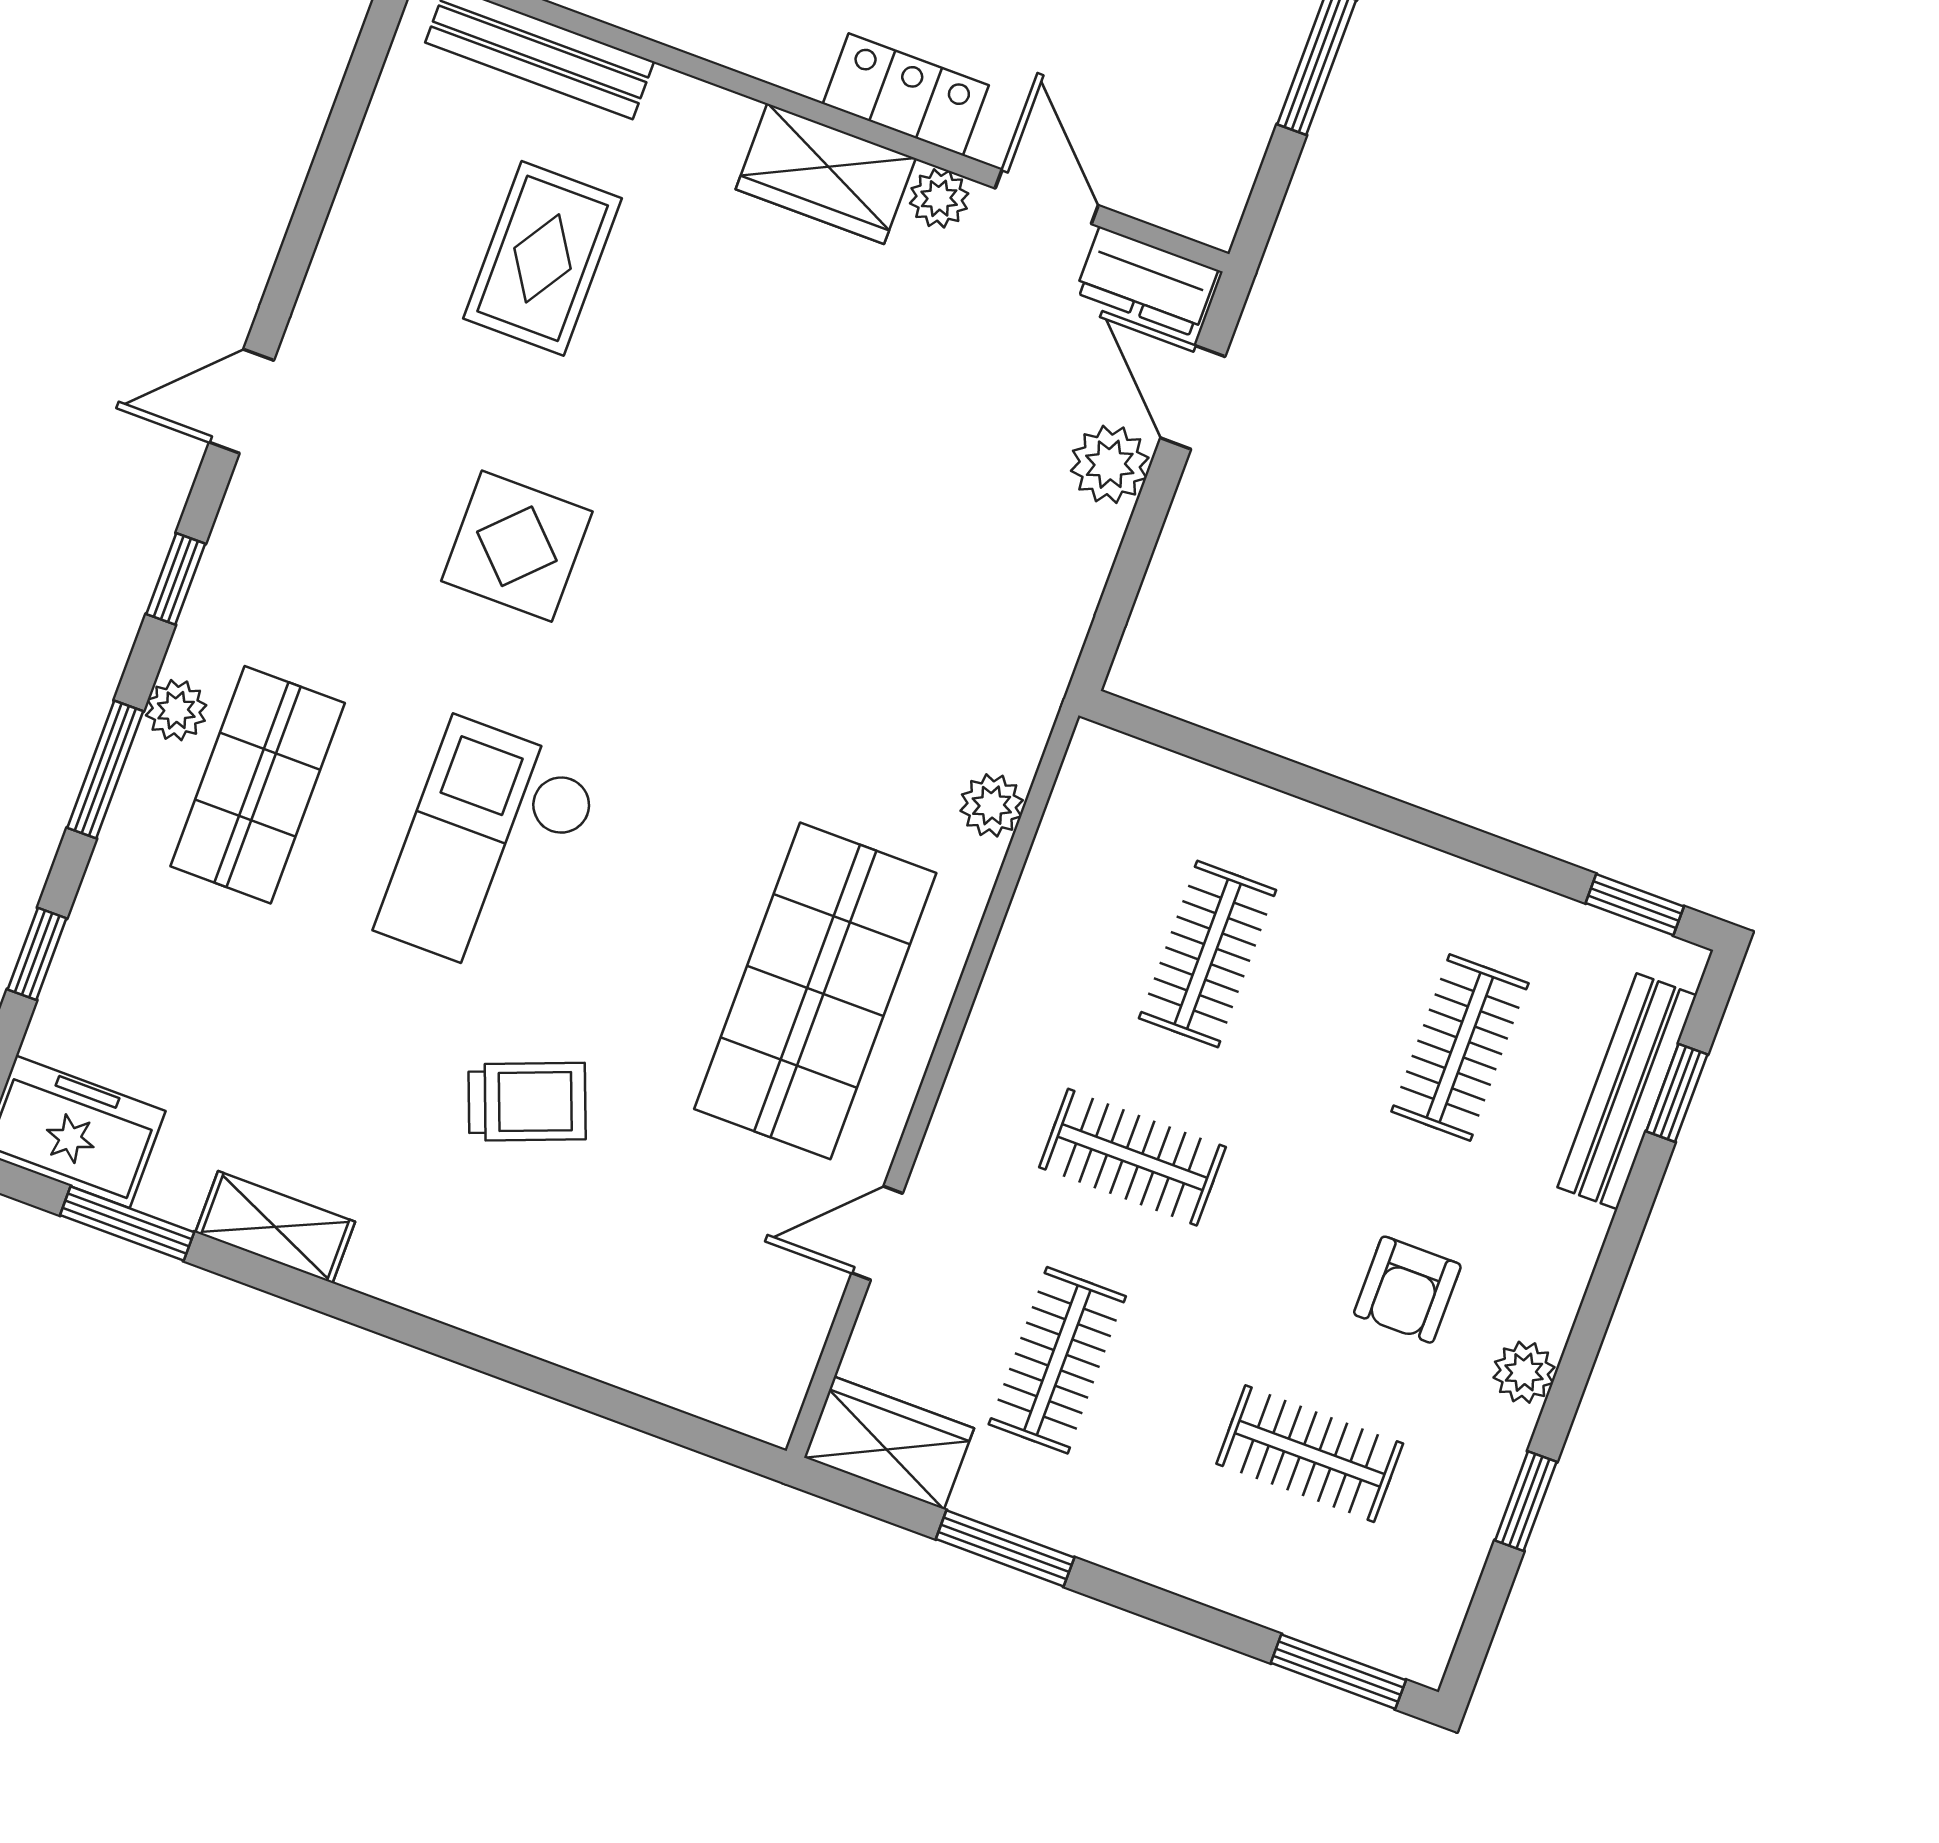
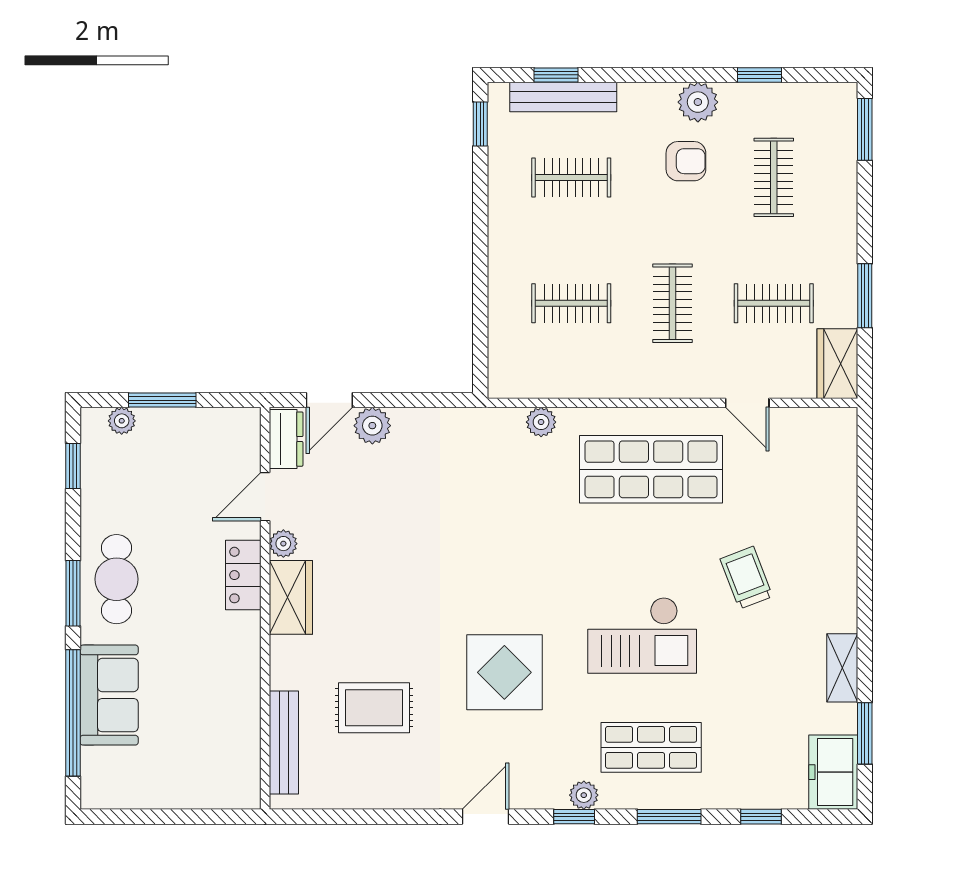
door: (241, 401) -> (486, 817), swing flipped
display table: (517, 546) -> (504, 672), width x1.36, depth x1.36
plant: (176, 710) -> (584, 795), moved
plant: (1524, 1372) -> (698, 102), width x1.38, depth x1.38

